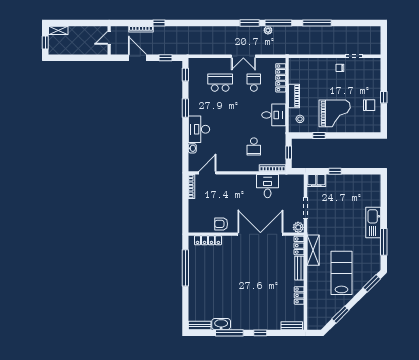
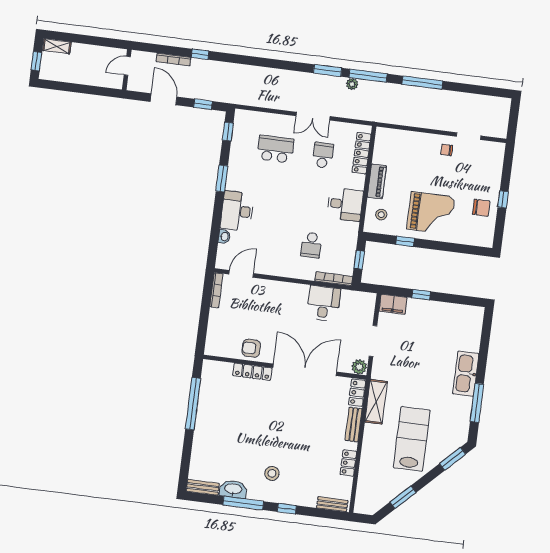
locker: (208, 240) -> (252, 372), moved
stool: (247, 310) -> (272, 473), added

